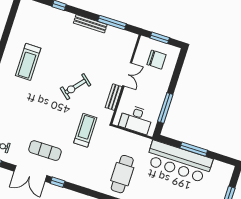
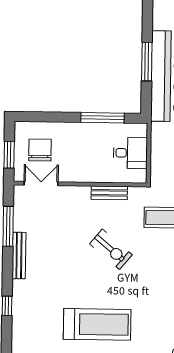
treadmill: (28, 62) -> (97, 324), width x1.37, depth x1.38
double door: (127, 74) -> (41, 183), moved
desk: (136, 119) -> (130, 153), width x0.73

